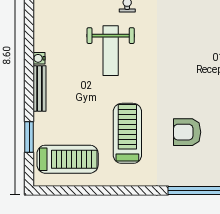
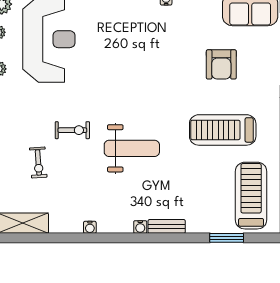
water cooler: (39, 12) -> (90, 227), added
bench: (40, 88) -> (167, 226), width x0.73

